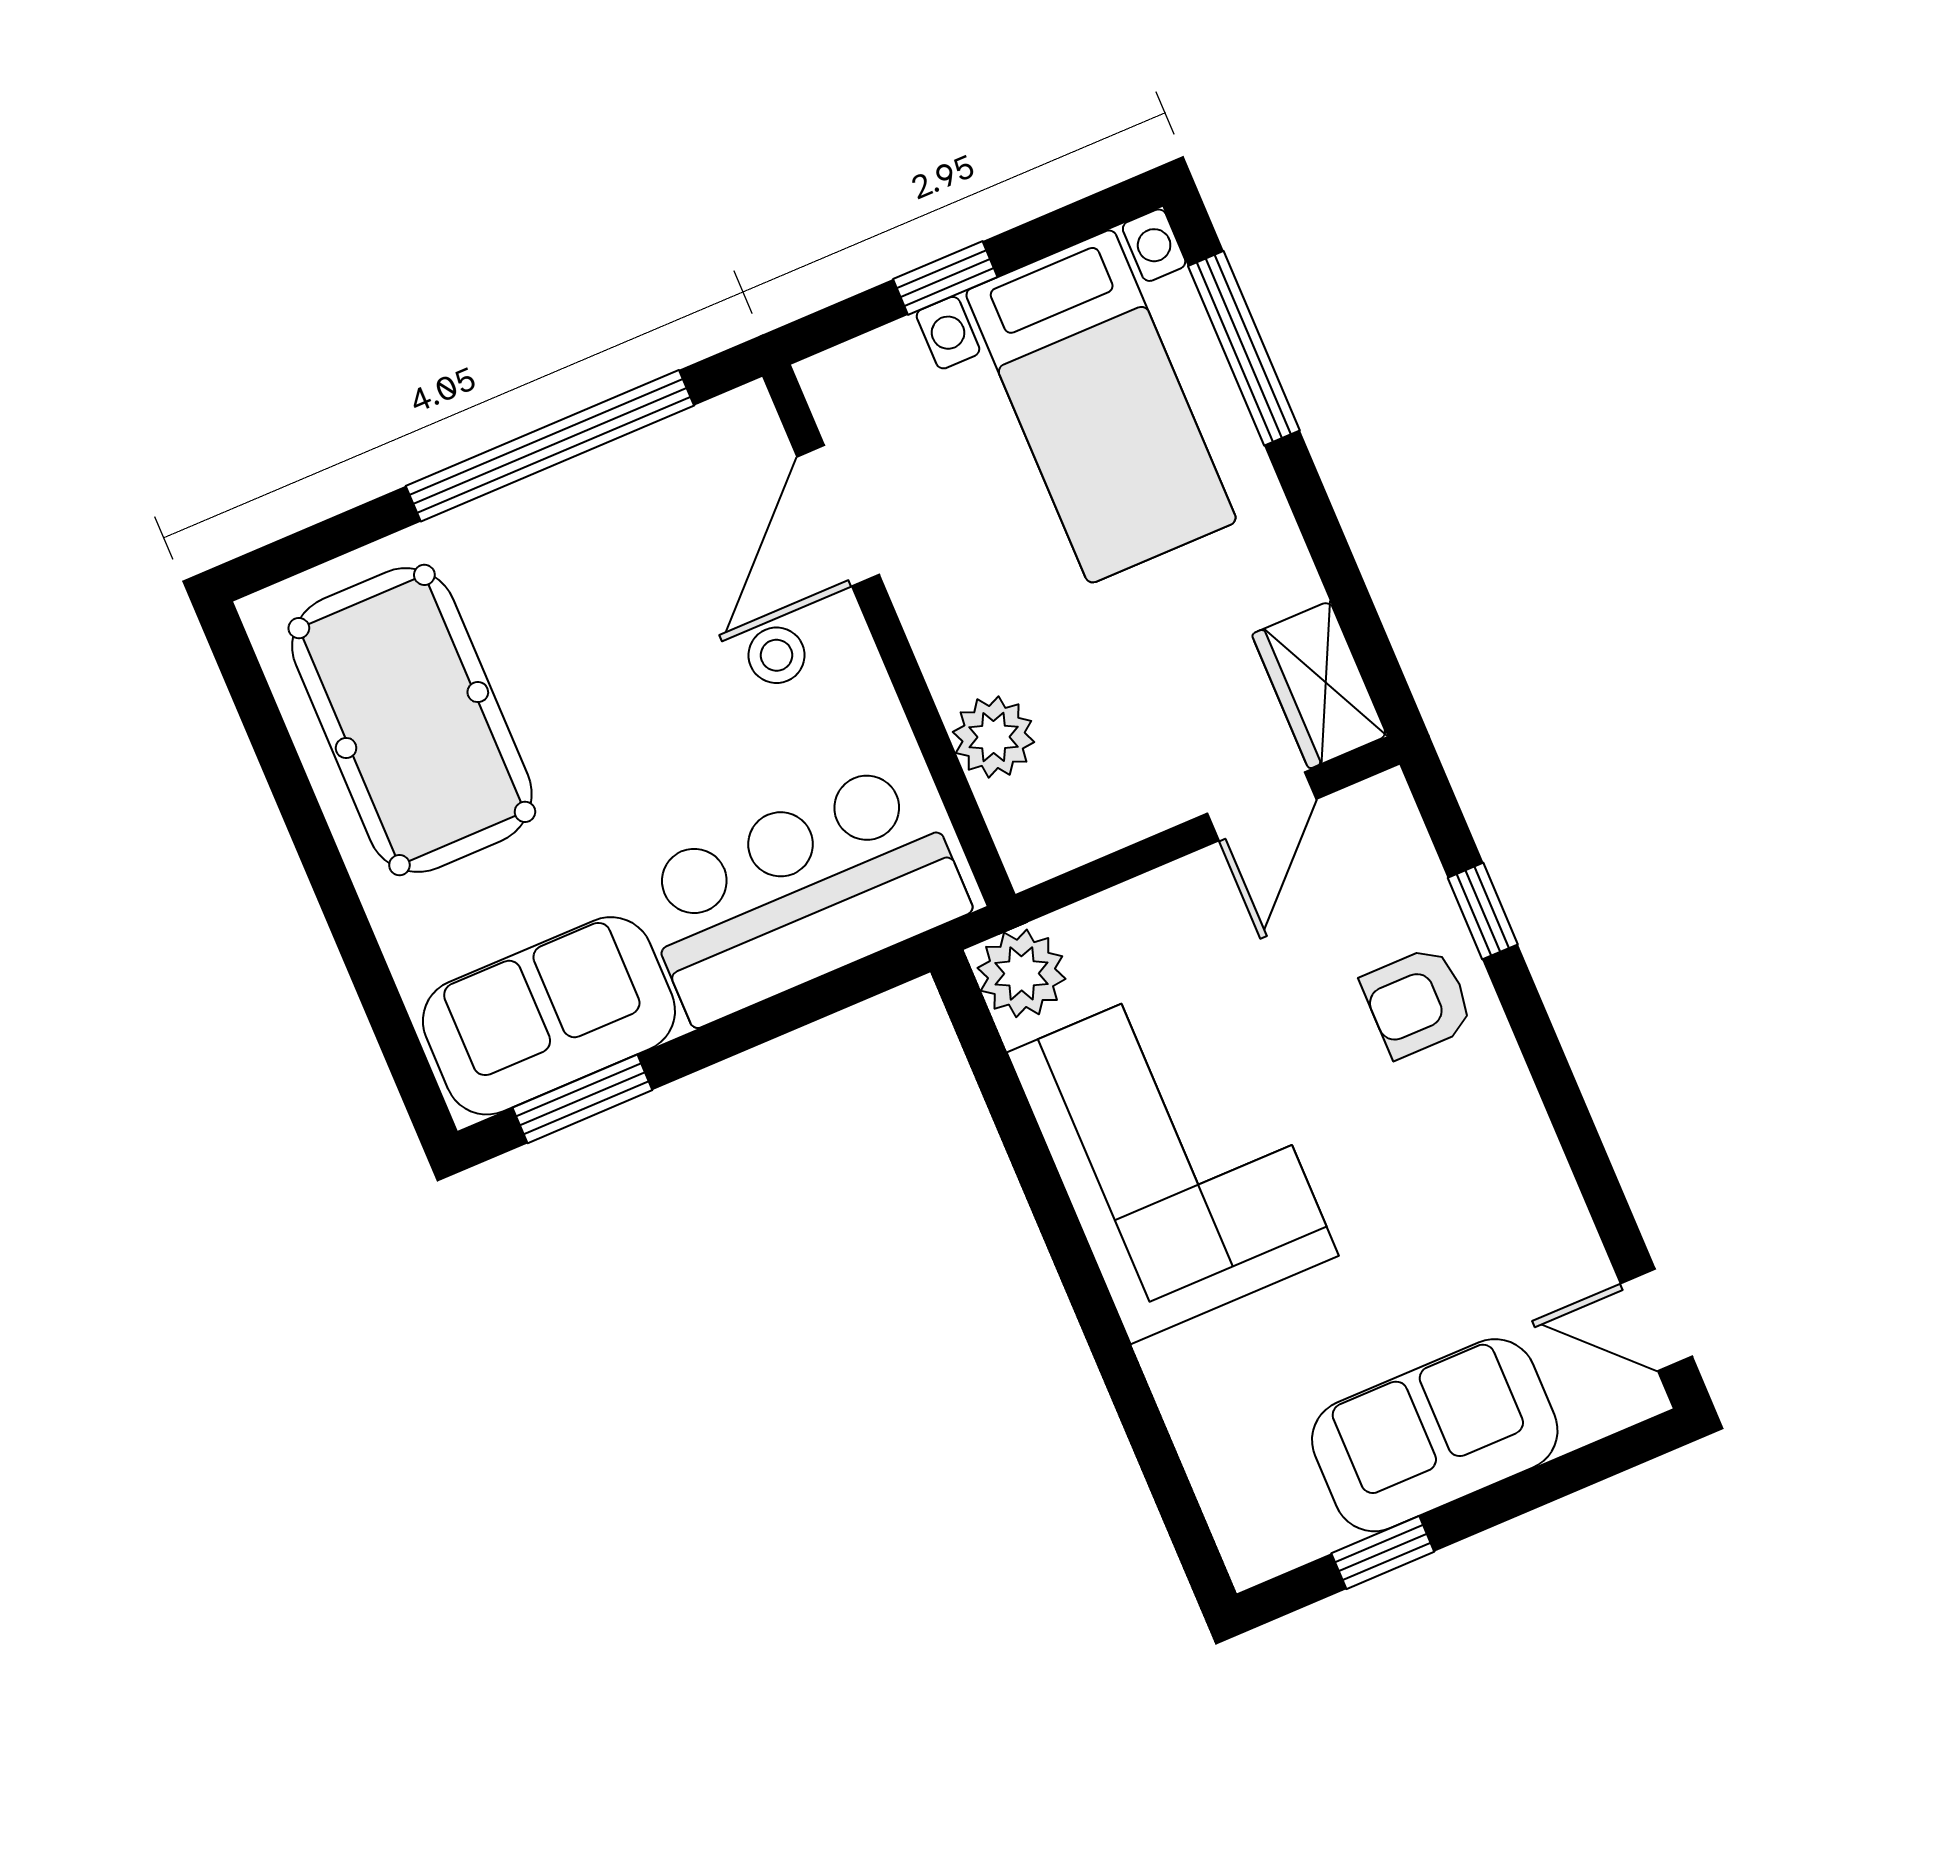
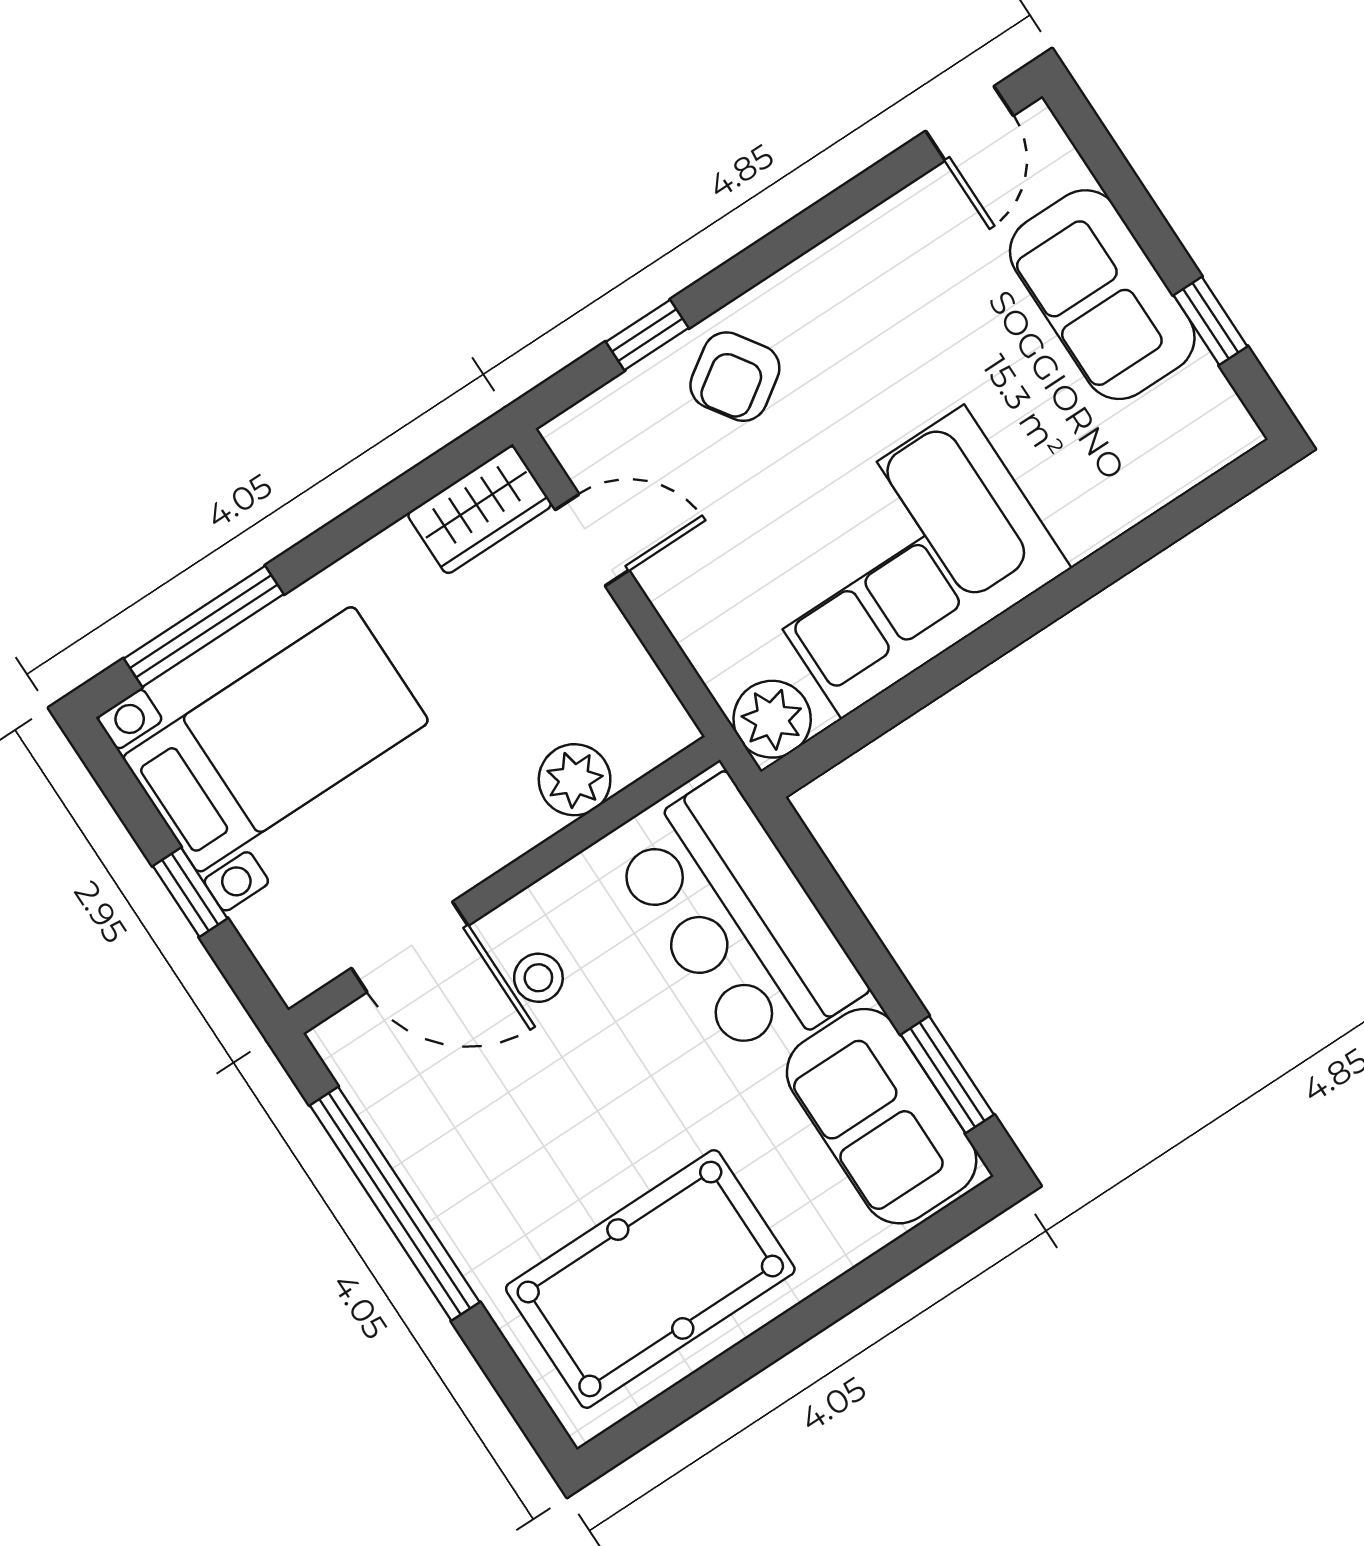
armchair: (1418, 1002) -> (735, 377), turned 56

